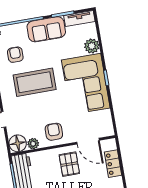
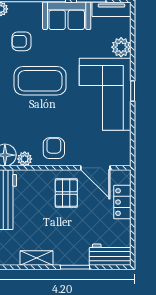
armchair: (15, 55) -> (22, 41), turned -90

